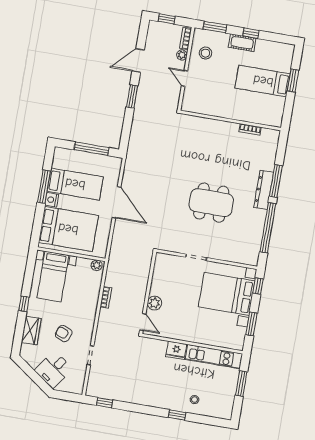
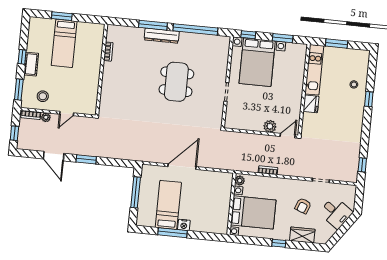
bed: (68, 229) -> (209, 208), removed
bed with nightstands: (53, 277) -> (253, 212), width x1.36

